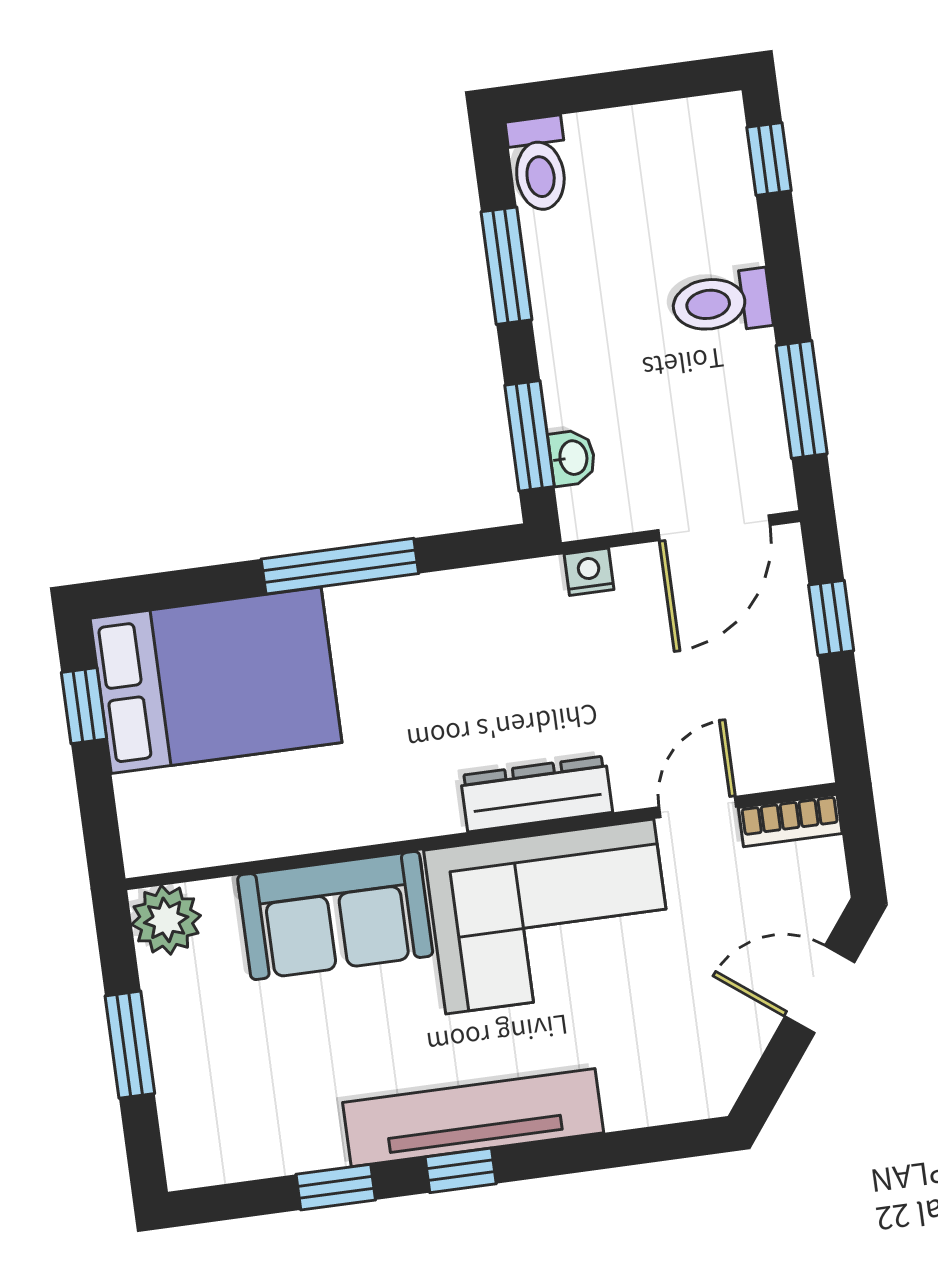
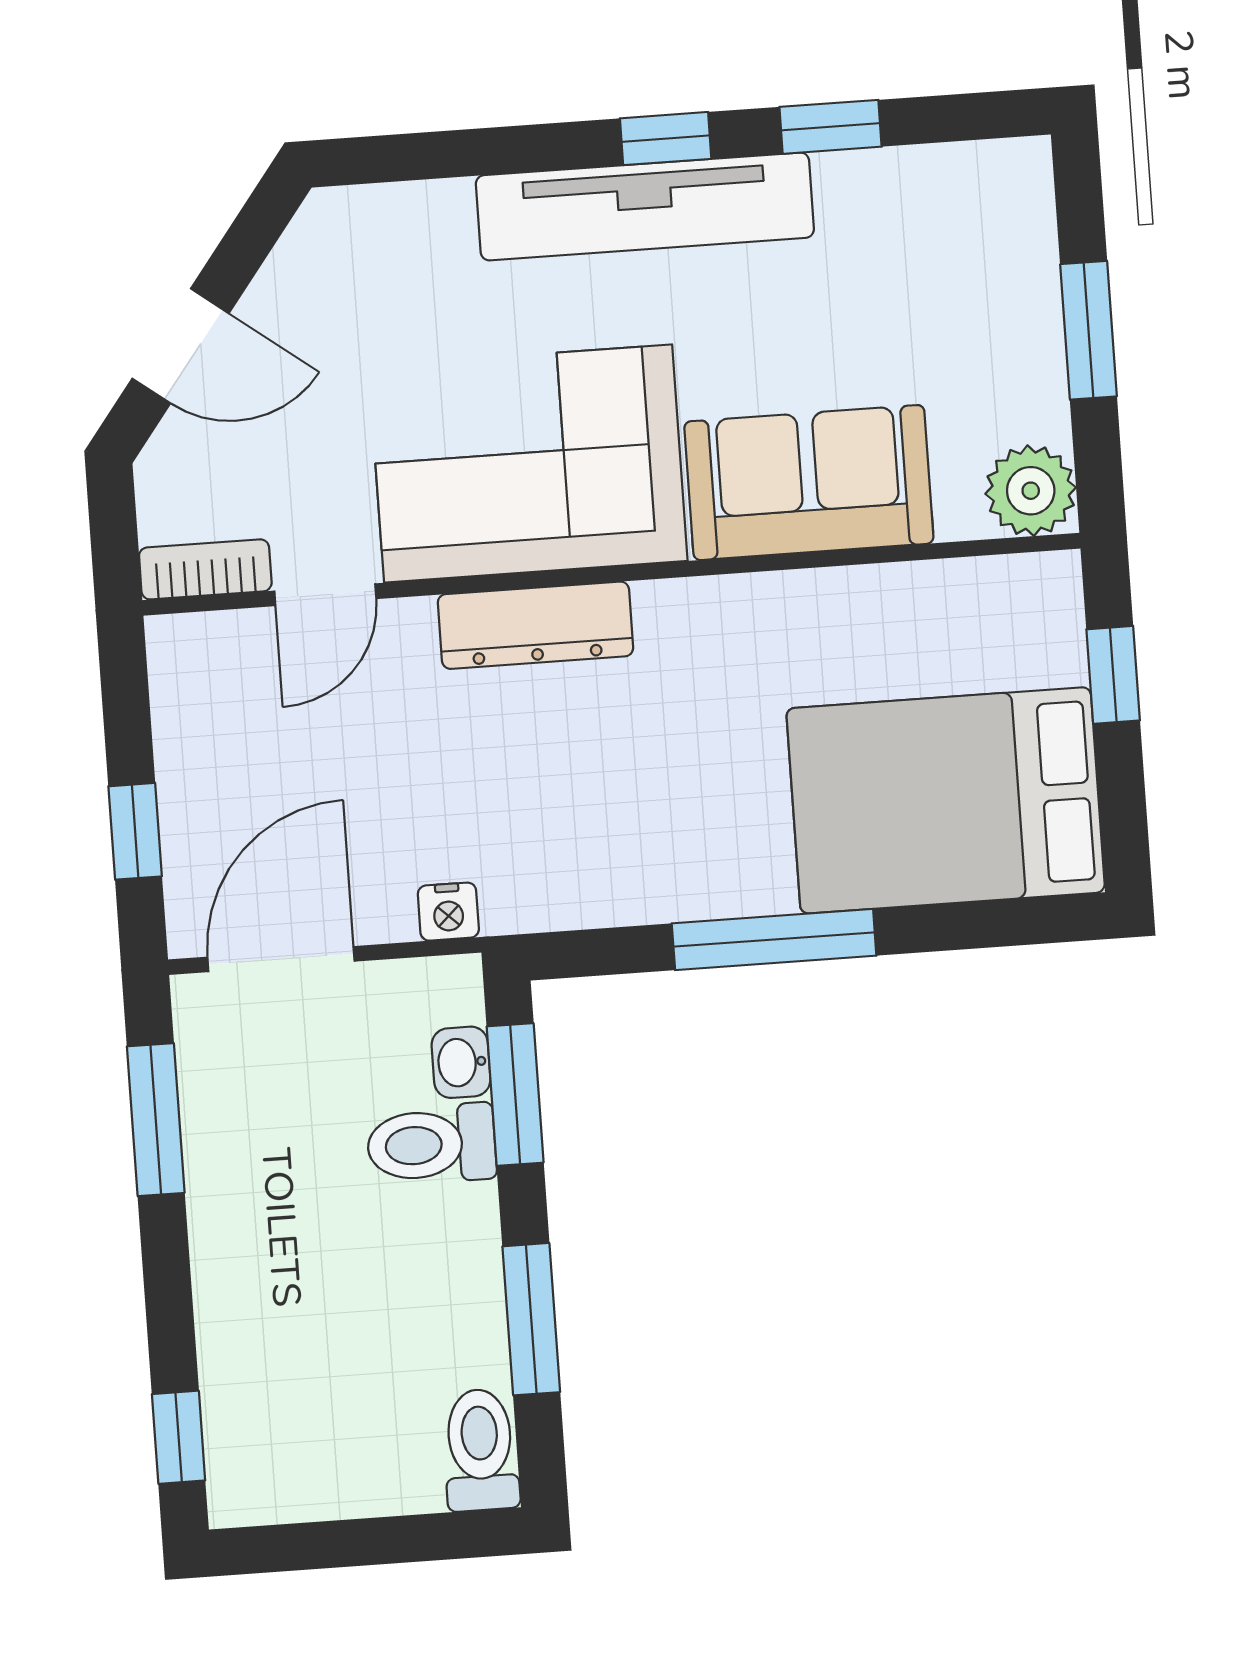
toilet: (722, 303) -> (431, 1144), moved, turned 180
window: (84, 706) -> (1113, 675), moved

